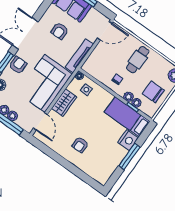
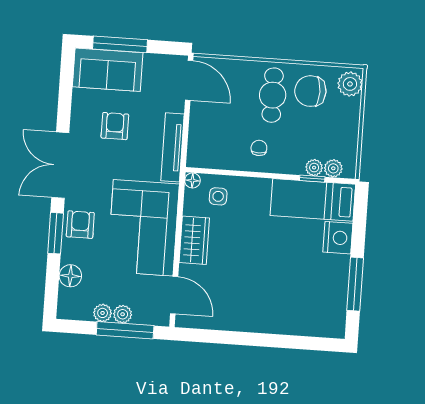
armchair: (60, 31) -> (115, 126), turned 180
door: (105, 31) -> (189, 80), hinge flipped
chair: (153, 92) -> (310, 91), moved
plant: (128, 97) -> (333, 168), moved
armchair: (80, 145) -> (263, 294), removed
window: (129, 157) -> (355, 284), moved

